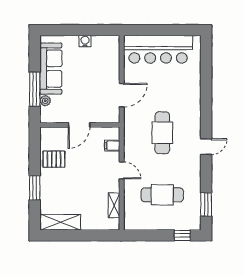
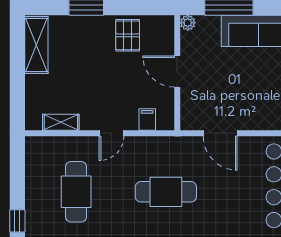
plant: (45, 101) -> (188, 23), moved

